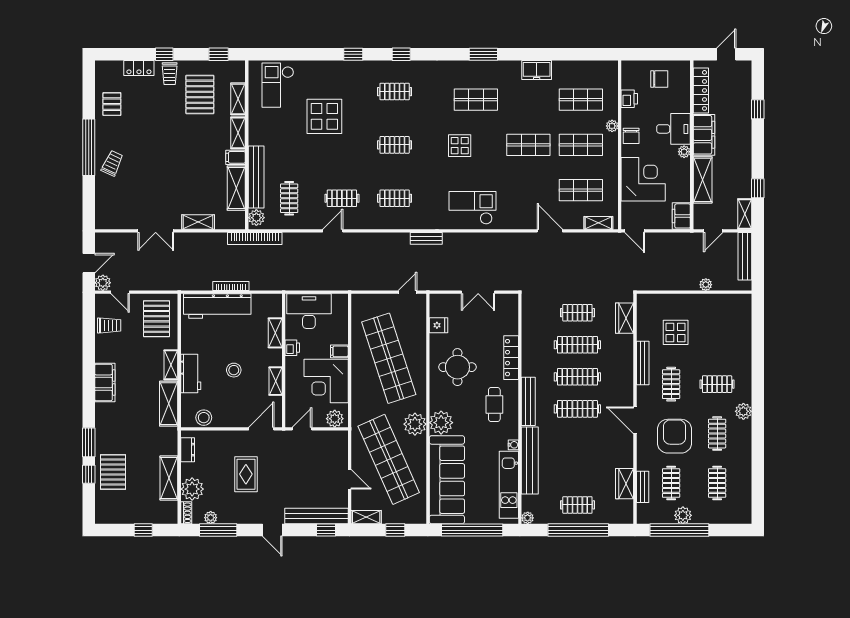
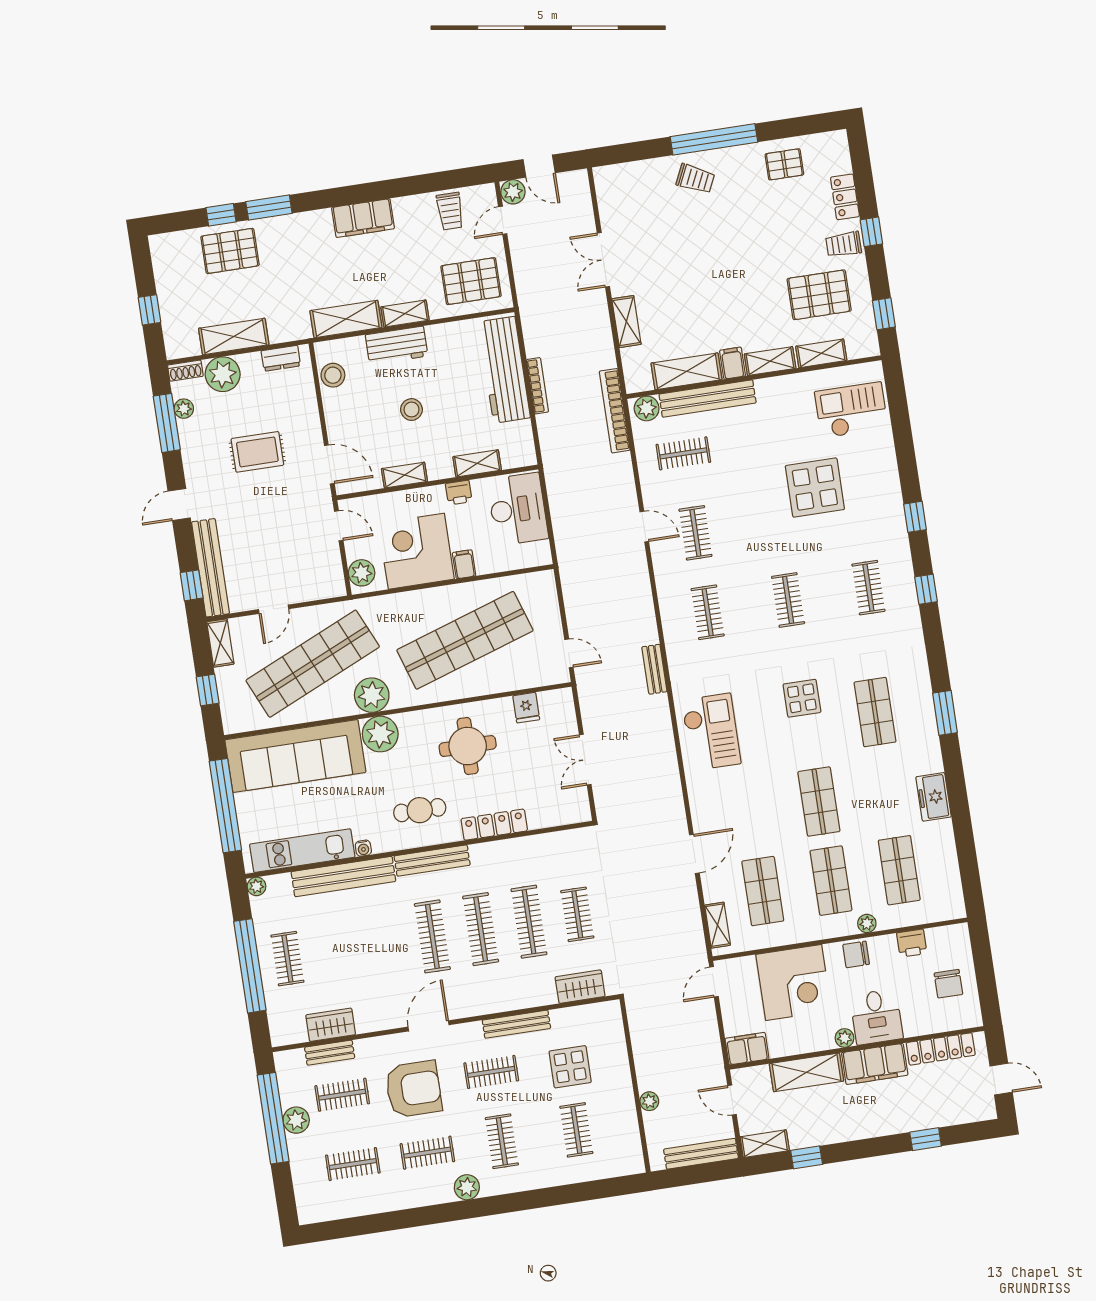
clothes rail: (717, 335) -> (576, 1130), added

